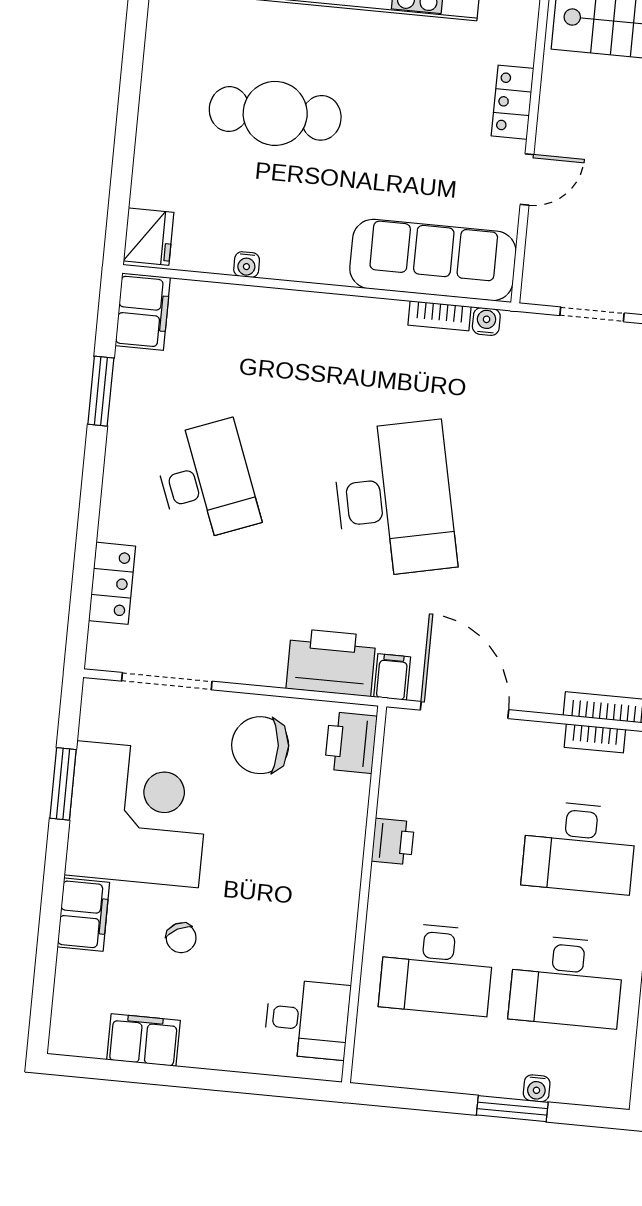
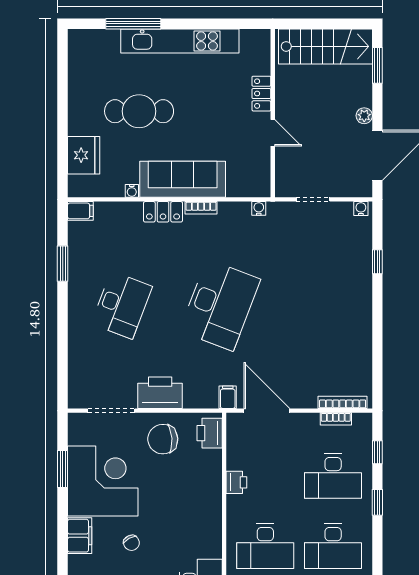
door: (527, 180) -> (273, 133), hinge flipped
fridge: (149, 237) -> (84, 155), moved, width x1.36, depth x1.34
sofa: (433, 260) -> (183, 179), moved
filing cabinet: (143, 312) -> (80, 211), width x0.50
bookcase: (440, 316) -> (201, 208), moved
desk: (206, 481) -> (122, 305), turned 42
desk: (394, 499) -> (220, 305), turned 33
locker: (112, 583) -> (163, 212), moved, turned 90
printer: (331, 662) -> (160, 393), moved

